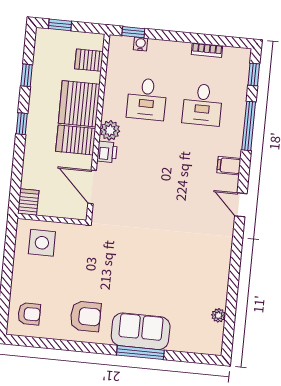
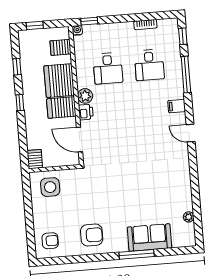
water cooler: (141, 44) -> (77, 30), moved
sofa: (141, 331) -> (150, 237), moved

